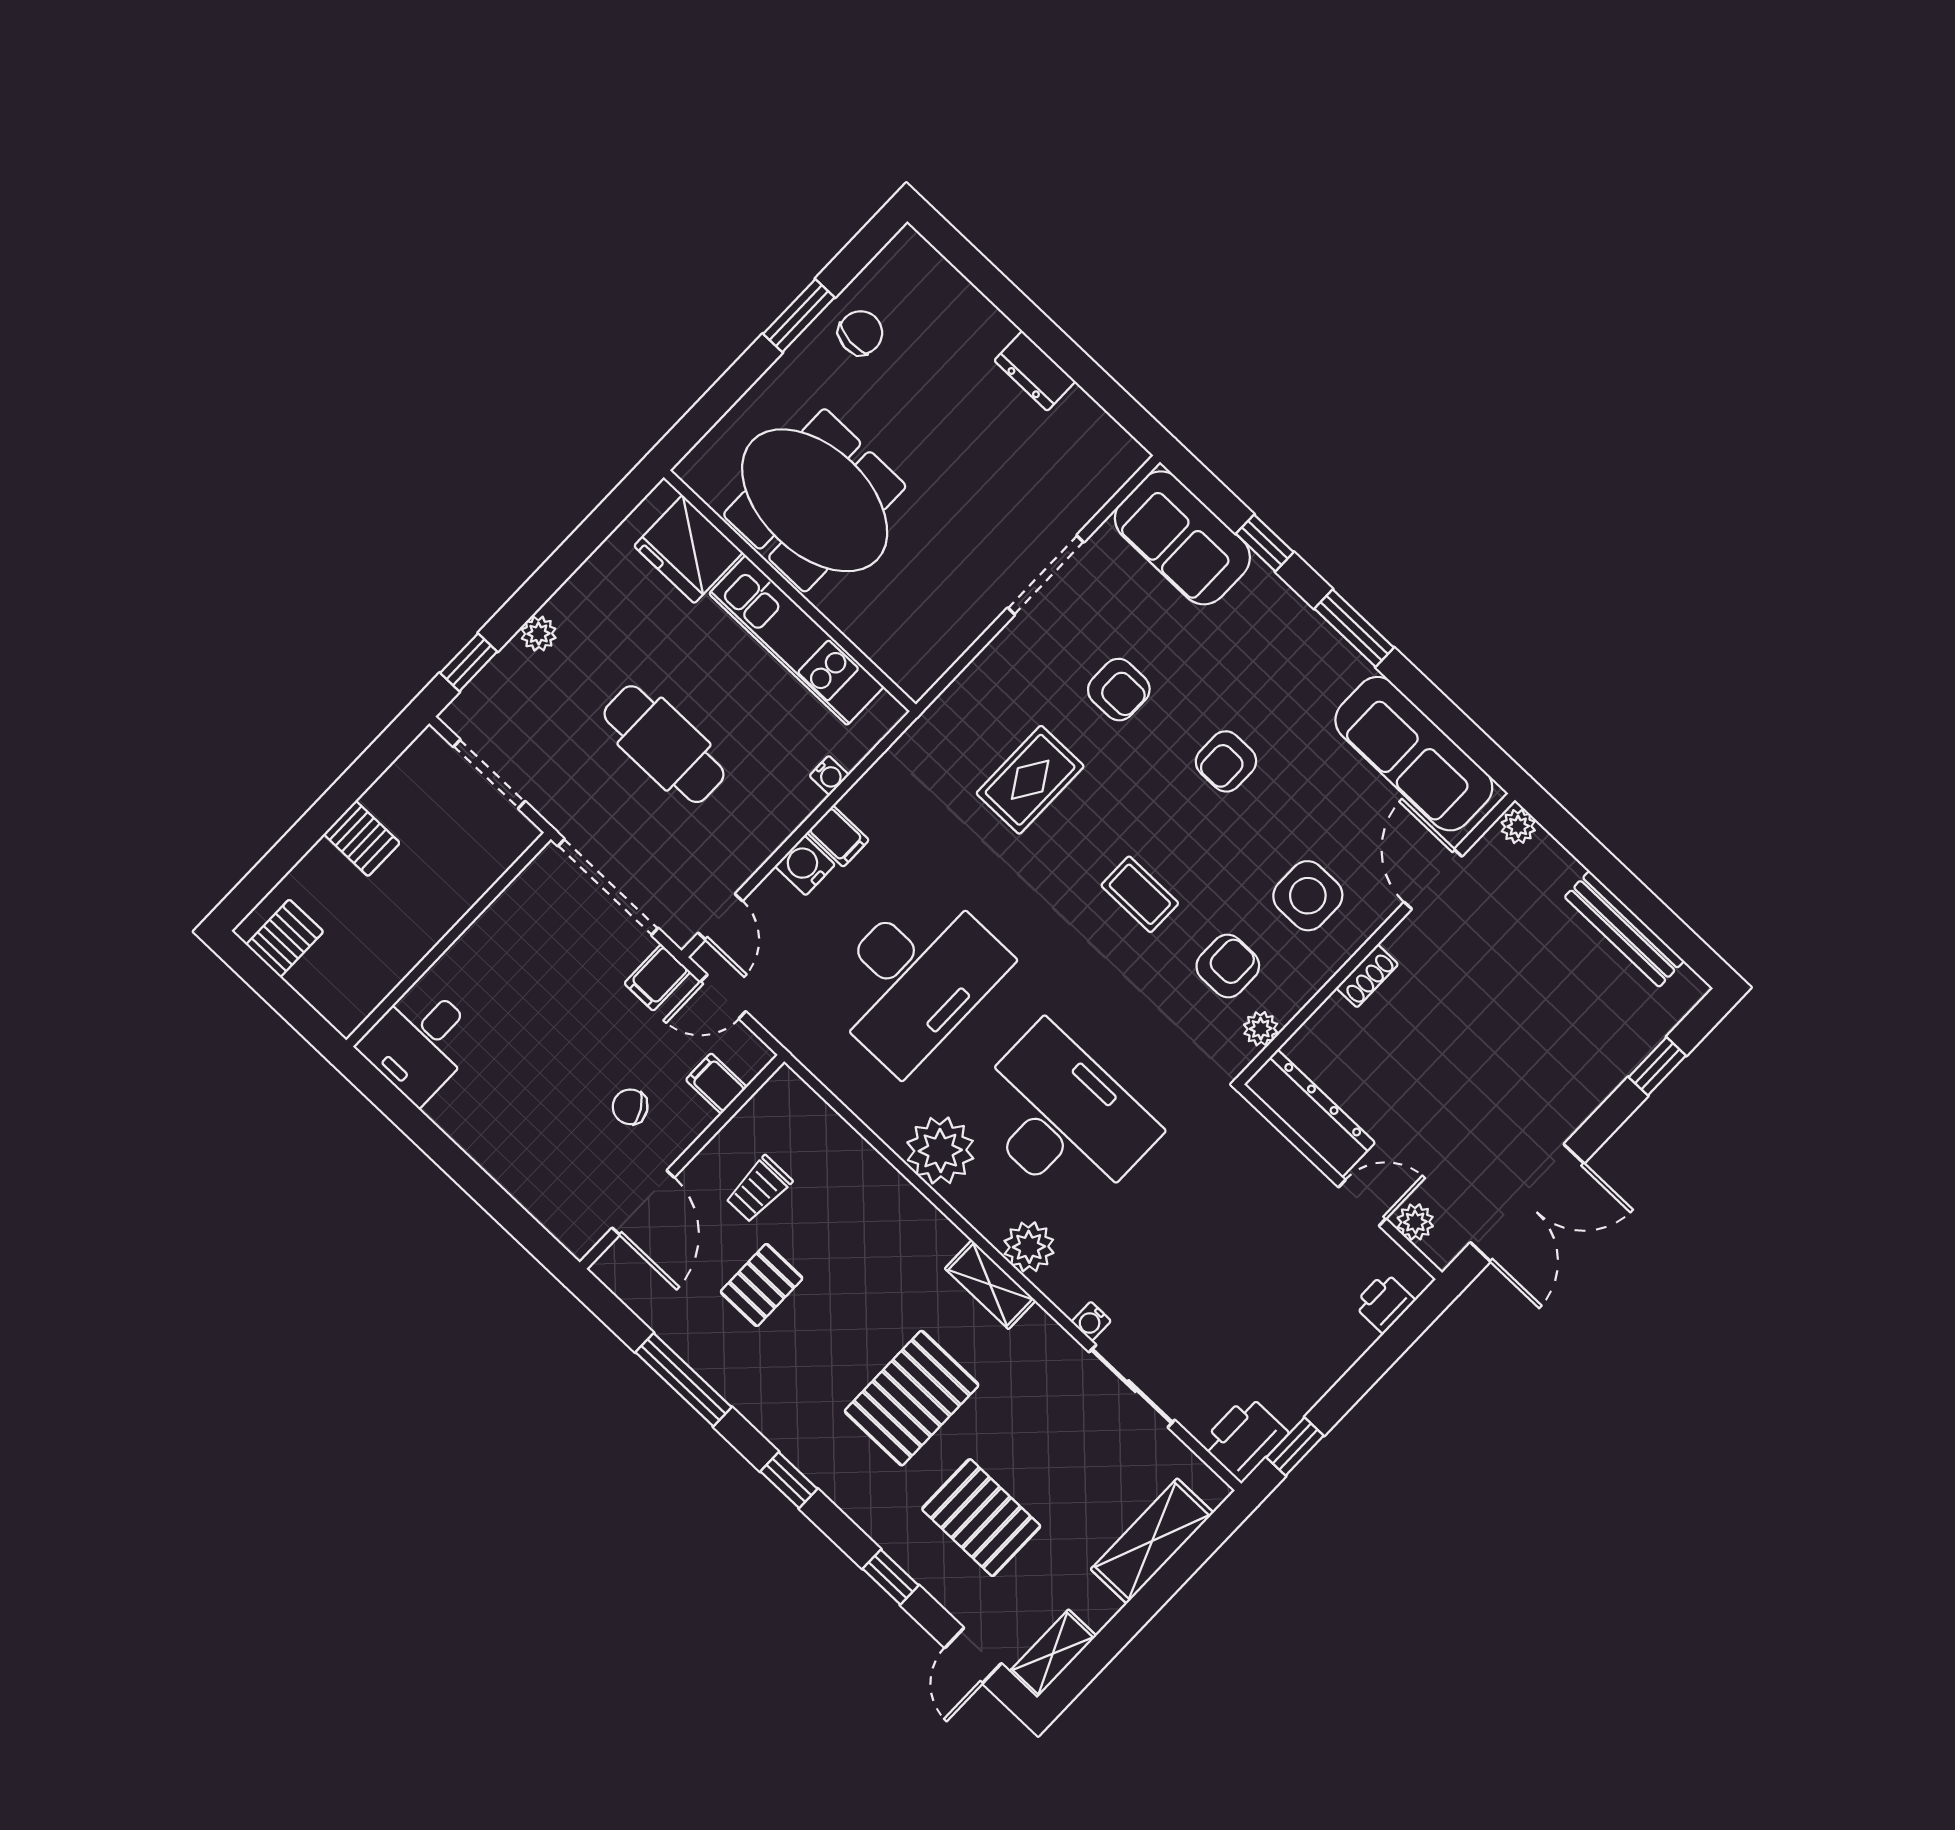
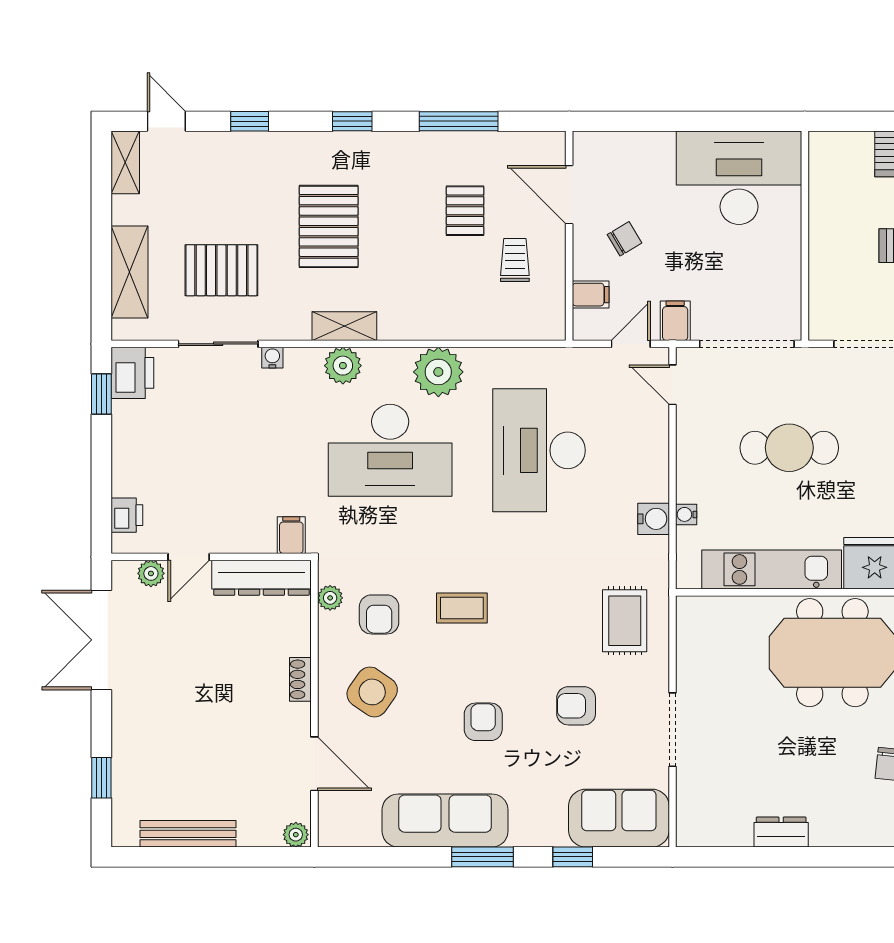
sofa: (1414, 754) -> (445, 821), moved
rug: (1030, 780) -> (625, 621), moved
filing cabinet: (838, 836) -> (291, 535), moved, turned 90
water cooler: (805, 865) -> (654, 519), moved
side table: (1308, 896) -> (372, 692), turned 35
desk: (420, 1042) -> (739, 178), width x1.87, depth x1.30
pallet: (981, 1518) -> (221, 270), moved

